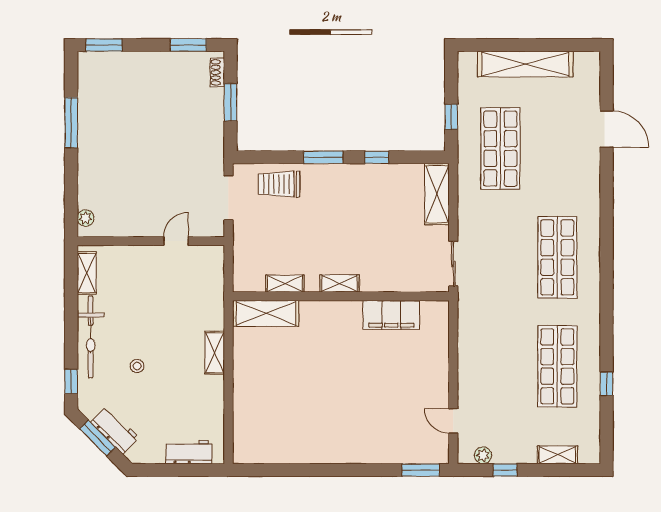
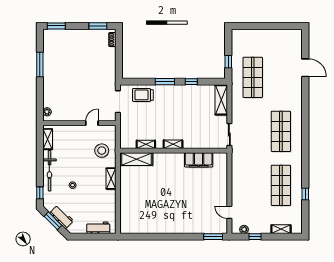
shelving: (525, 64) -> (265, 35), removed
window: (231, 102) -> (119, 54), removed
stool: (196, 296) -> (102, 151), added

